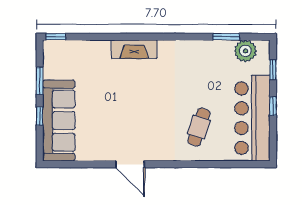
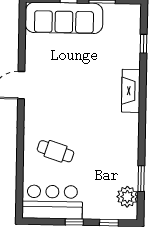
window: (56, 37) -> (143, 44), moved
bar counter: (252, 118) -> (52, 202), width x0.73

